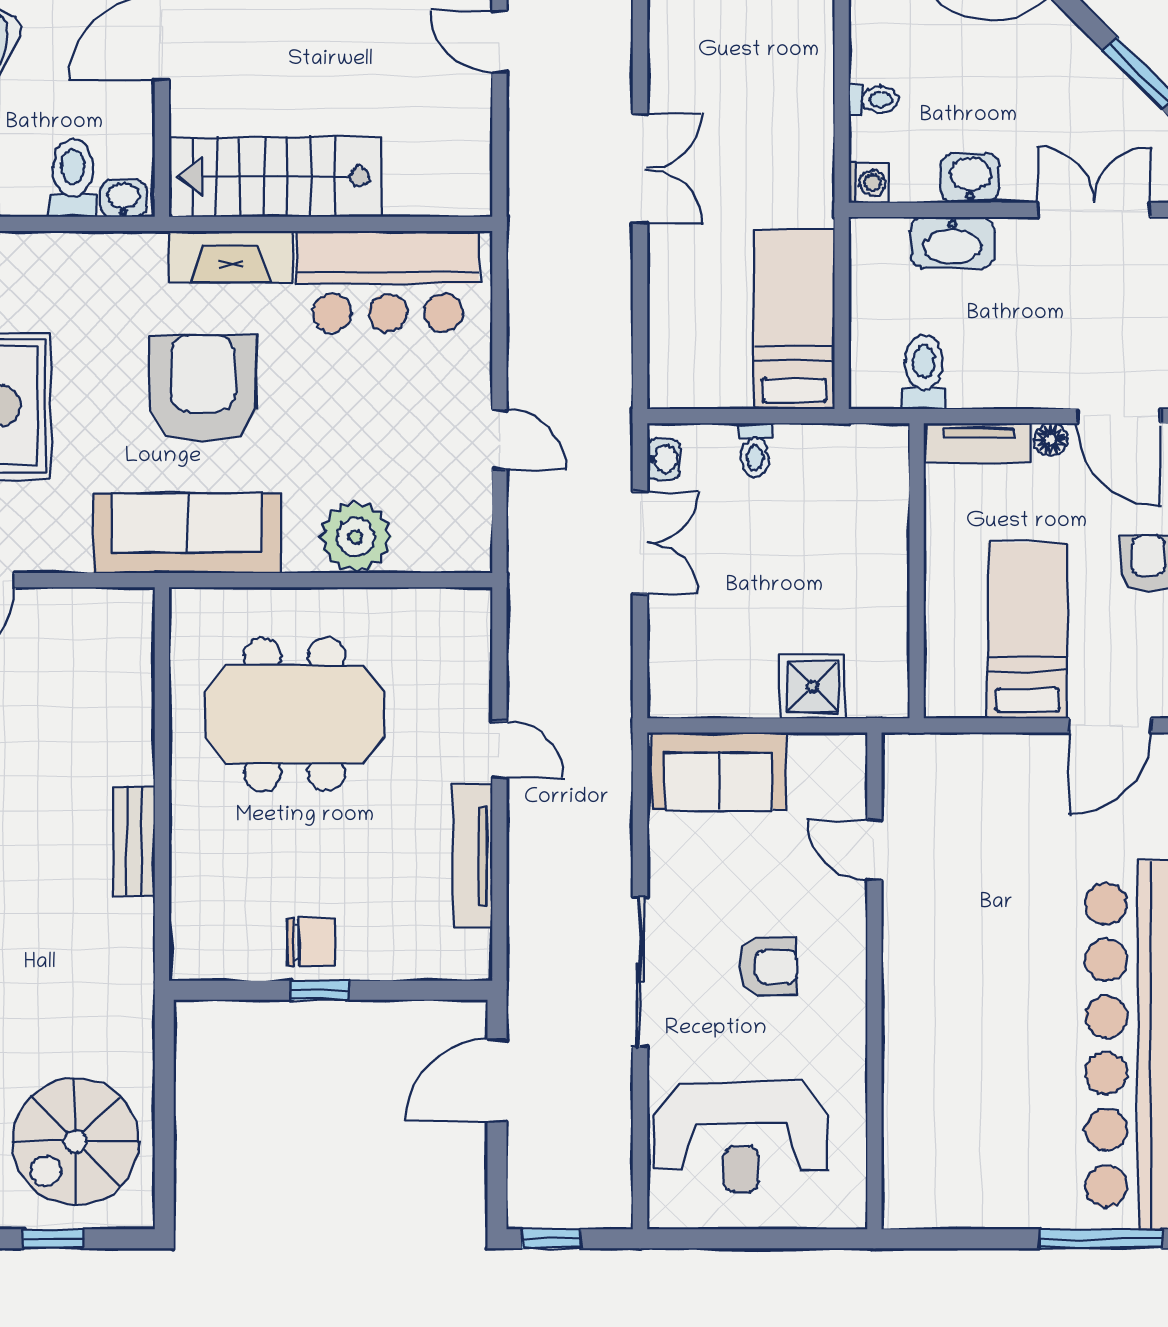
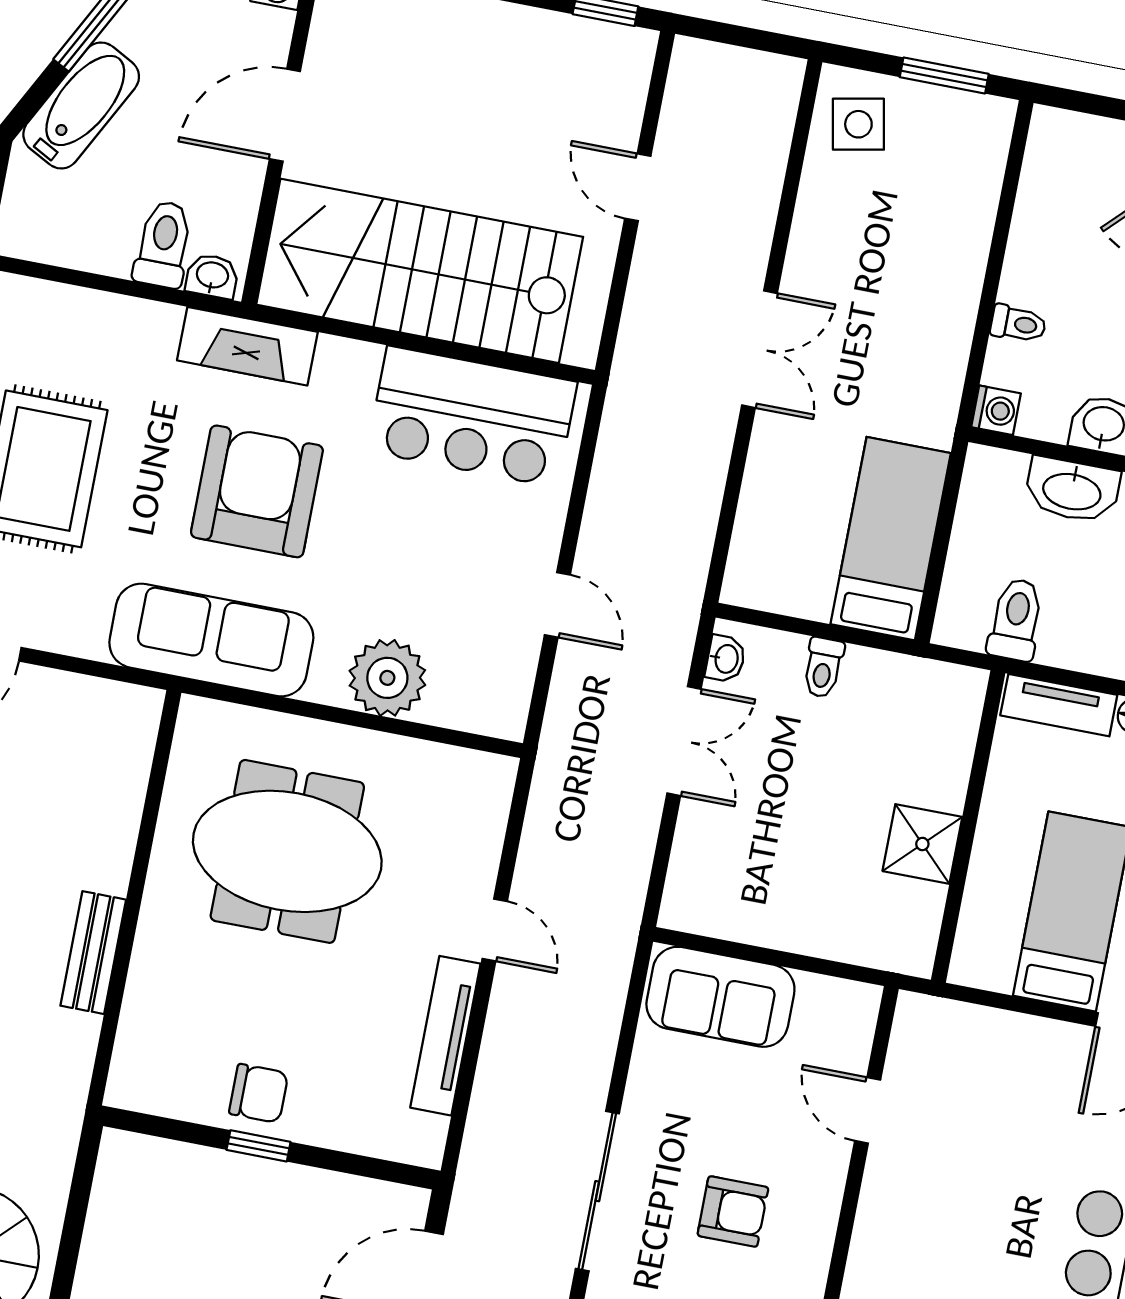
stairs: (275, 177) -> (420, 271), width x1.36, depth x1.51
fireplace: (231, 257) -> (247, 346), moved
shower: (812, 686) -> (922, 844), moved

